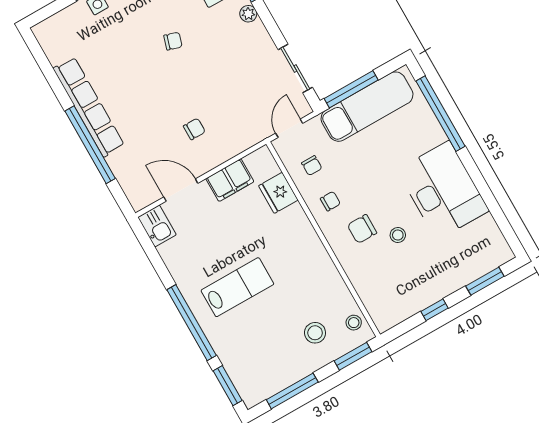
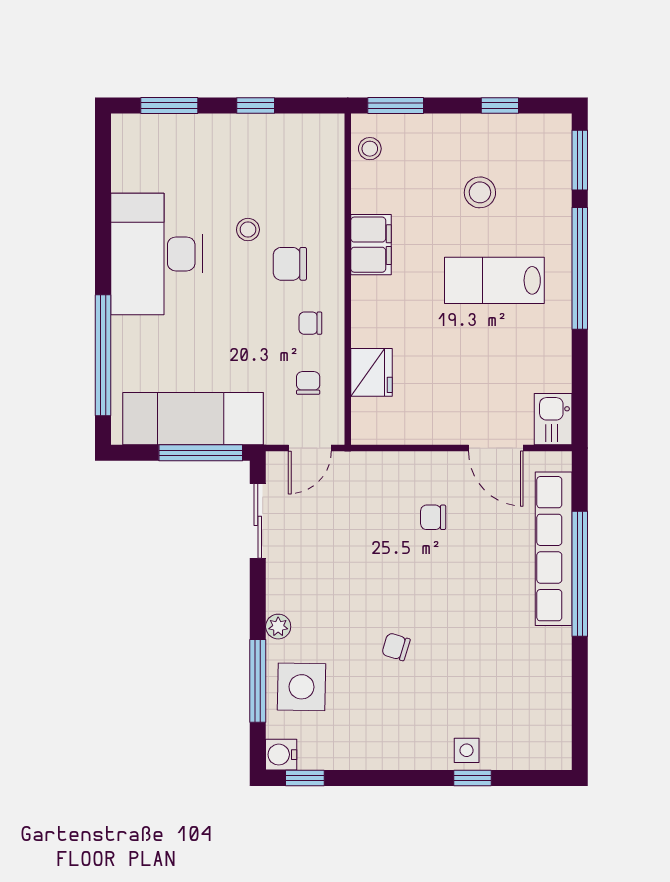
row of seats: (89, 107) -> (554, 549), moved
filing cabinet: (230, 180) -> (371, 245), moved, turned 90
chair: (362, 229) -> (290, 264), turned 180
stool: (315, 333) -> (480, 192), moved
window: (292, 391) -> (500, 106), width x0.46

